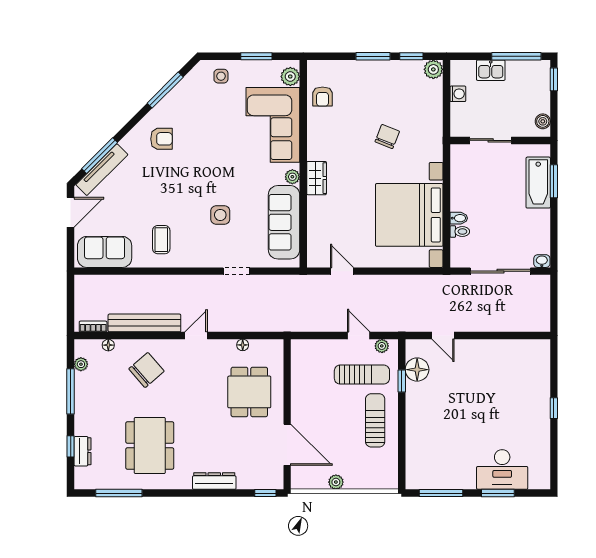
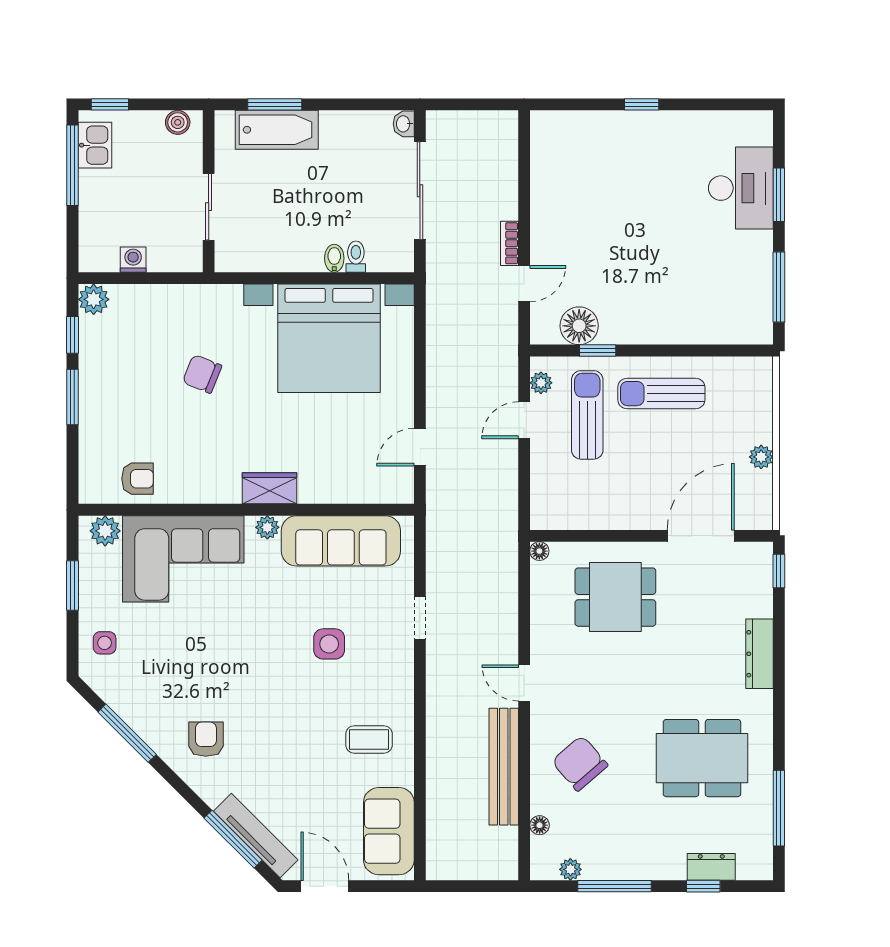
kitchen sink: (491, 70) -> (95, 145), moved
bookcase: (93, 326) -> (509, 243), moved
floor lamp: (243, 345) -> (539, 551), moved

